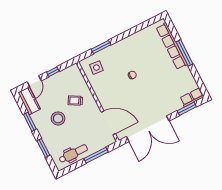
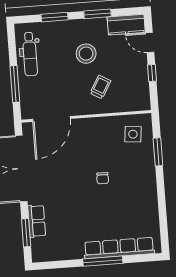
row of seats: (192, 97) -> (37, 221), moved

